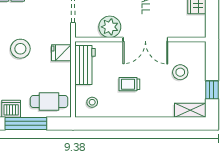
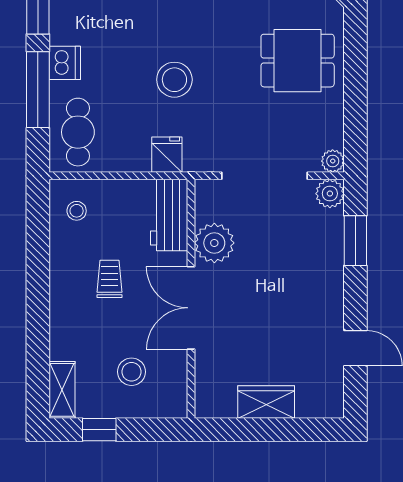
workbench: (85, 65) -> (169, 215), moved, turned 90

